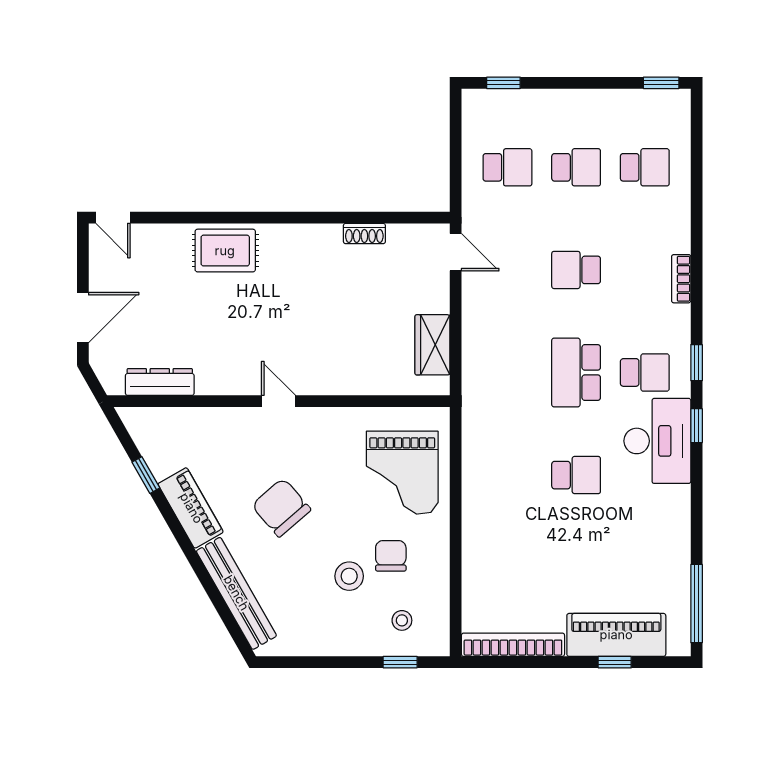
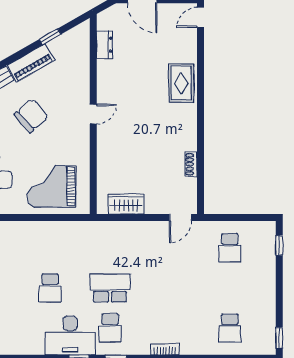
school desk: (576, 167) -> (230, 288), removed
school desk: (576, 270) -> (170, 288), removed
dresser: (160, 382) -> (104, 45), width x0.70

